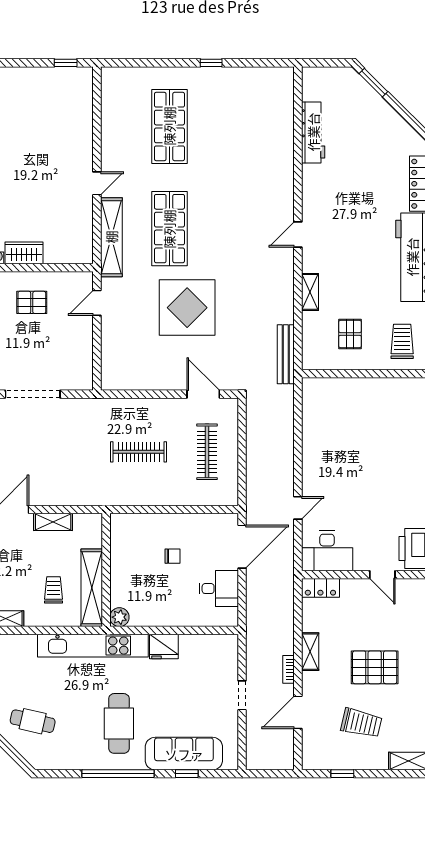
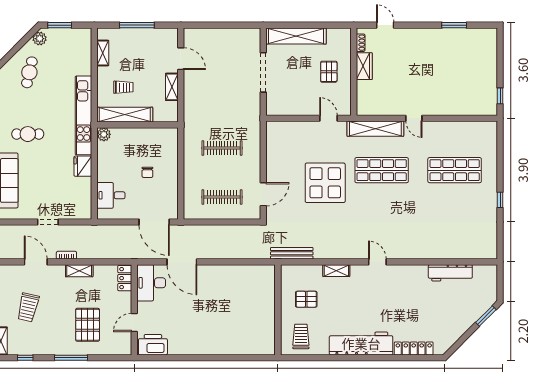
trolley: (402, 341) -> (301, 336), turned -90
clothes rail: (139, 452) -> (222, 148), turned 90
door: (298, 508) -> (182, 262), width x1.87
desk: (219, 589) -> (111, 195), moved, turned 90
pallet: (375, 667) -> (88, 325), moved
cafe table: (119, 723) -> (28, 134), width x0.73, depth x0.74

